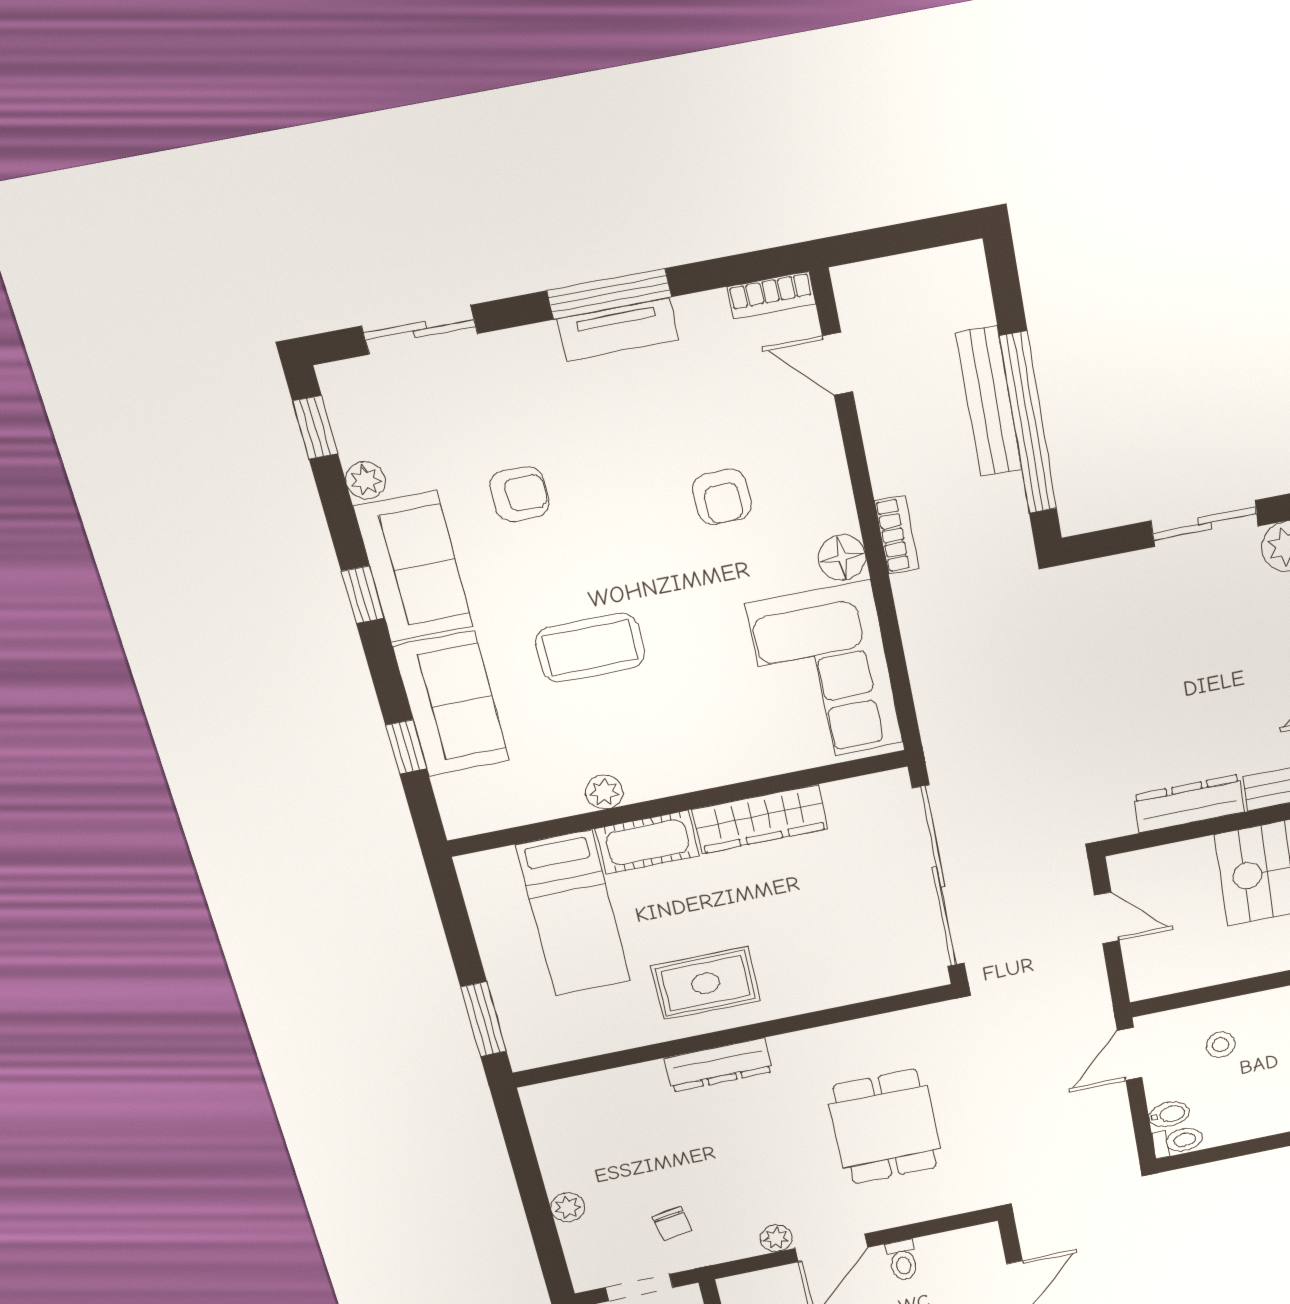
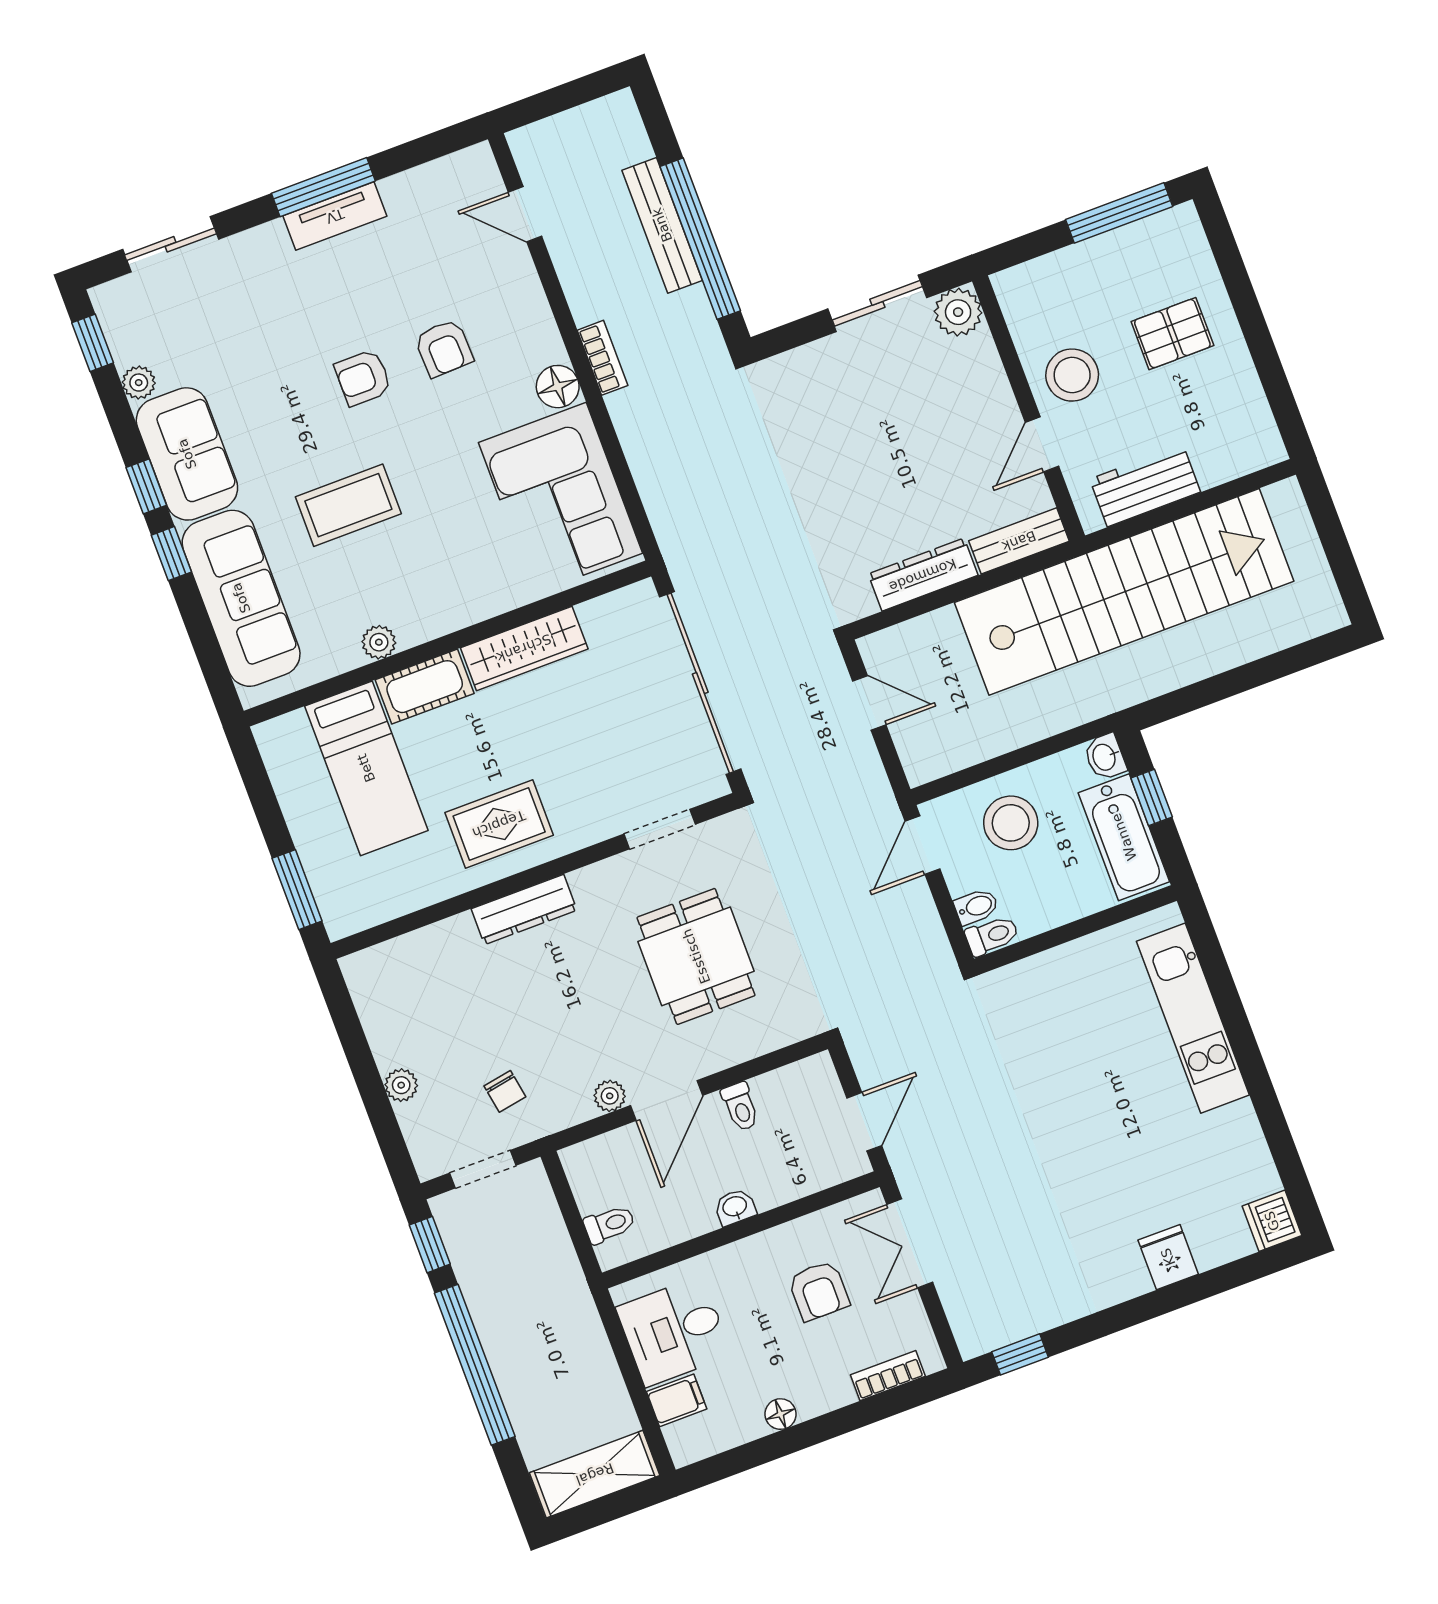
bookcase: (771, 295) -> (459, 165), removed
armchair: (520, 494) -> (363, 378), moved, turned 180
sofa: (451, 704) -> (241, 598), width x1.36
window: (406, 747) -> (171, 554), moved
doorway: (870, 1008) -> (660, 829), added
stool: (1220, 1045) -> (1011, 823), width x1.89, depth x1.89

